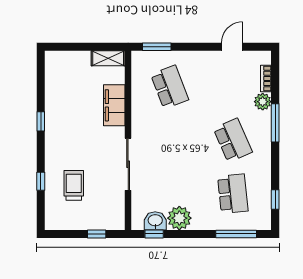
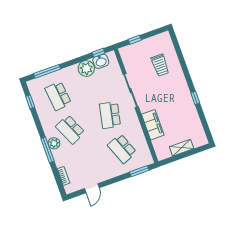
shelving: (108, 58) -> (182, 148), moved
plant: (263, 102) -> (54, 143), moved
school desk: (170, 140) -> (110, 115), added
window: (41, 181) -> (182, 60), removed

